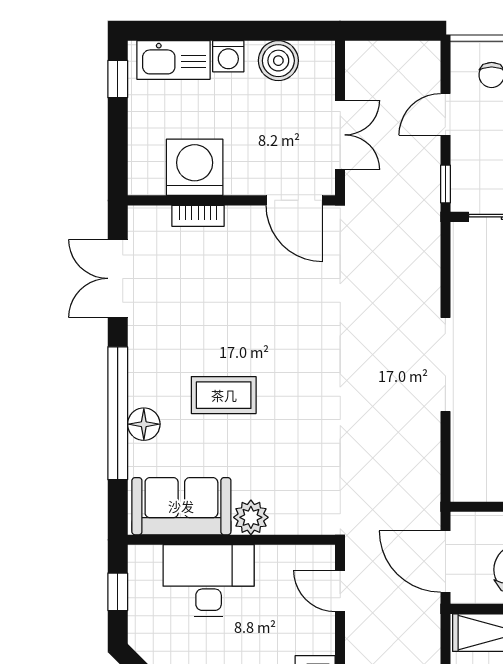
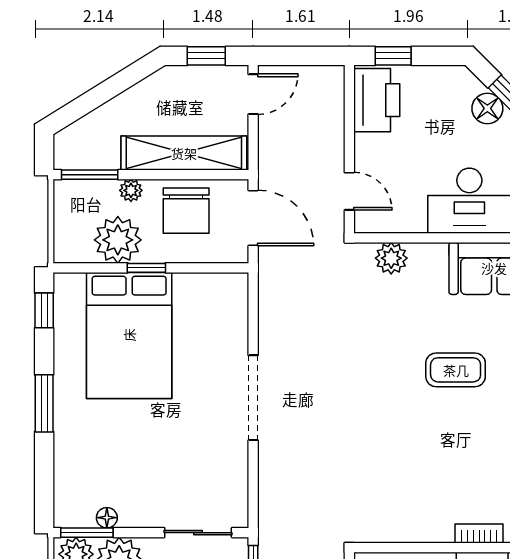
door: (294, 200) -> (391, 548), removed
plant: (251, 517) -> (391, 258), moved

